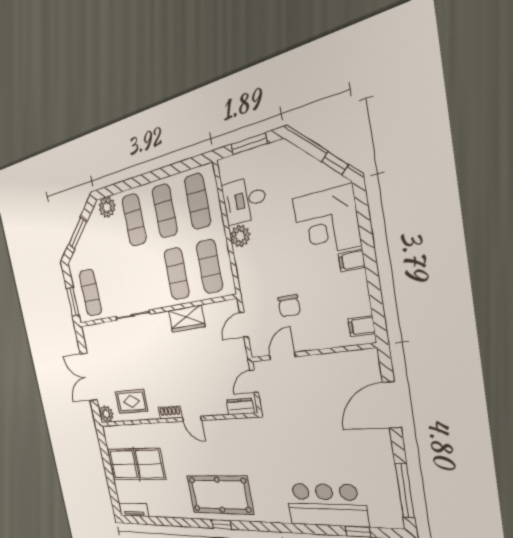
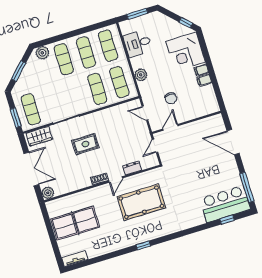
plant: (240, 236) -> (141, 75), moved
wardrobe: (187, 319) -> (39, 136), moved
door: (244, 325) -> (145, 113), hinge flipped
filing cabinet: (362, 326) -> (204, 80), moved
double door: (89, 377) -> (31, 169), swing flipped
rug: (131, 401) -> (85, 144), moved
door: (392, 405) -> (233, 142), hinge flipped
dresser: (240, 407) -> (132, 168), moved
door: (192, 419) -> (116, 179), hinge flipped
pool table: (220, 495) -> (141, 202), moved
bar counter: (326, 505) -> (225, 204), moved

